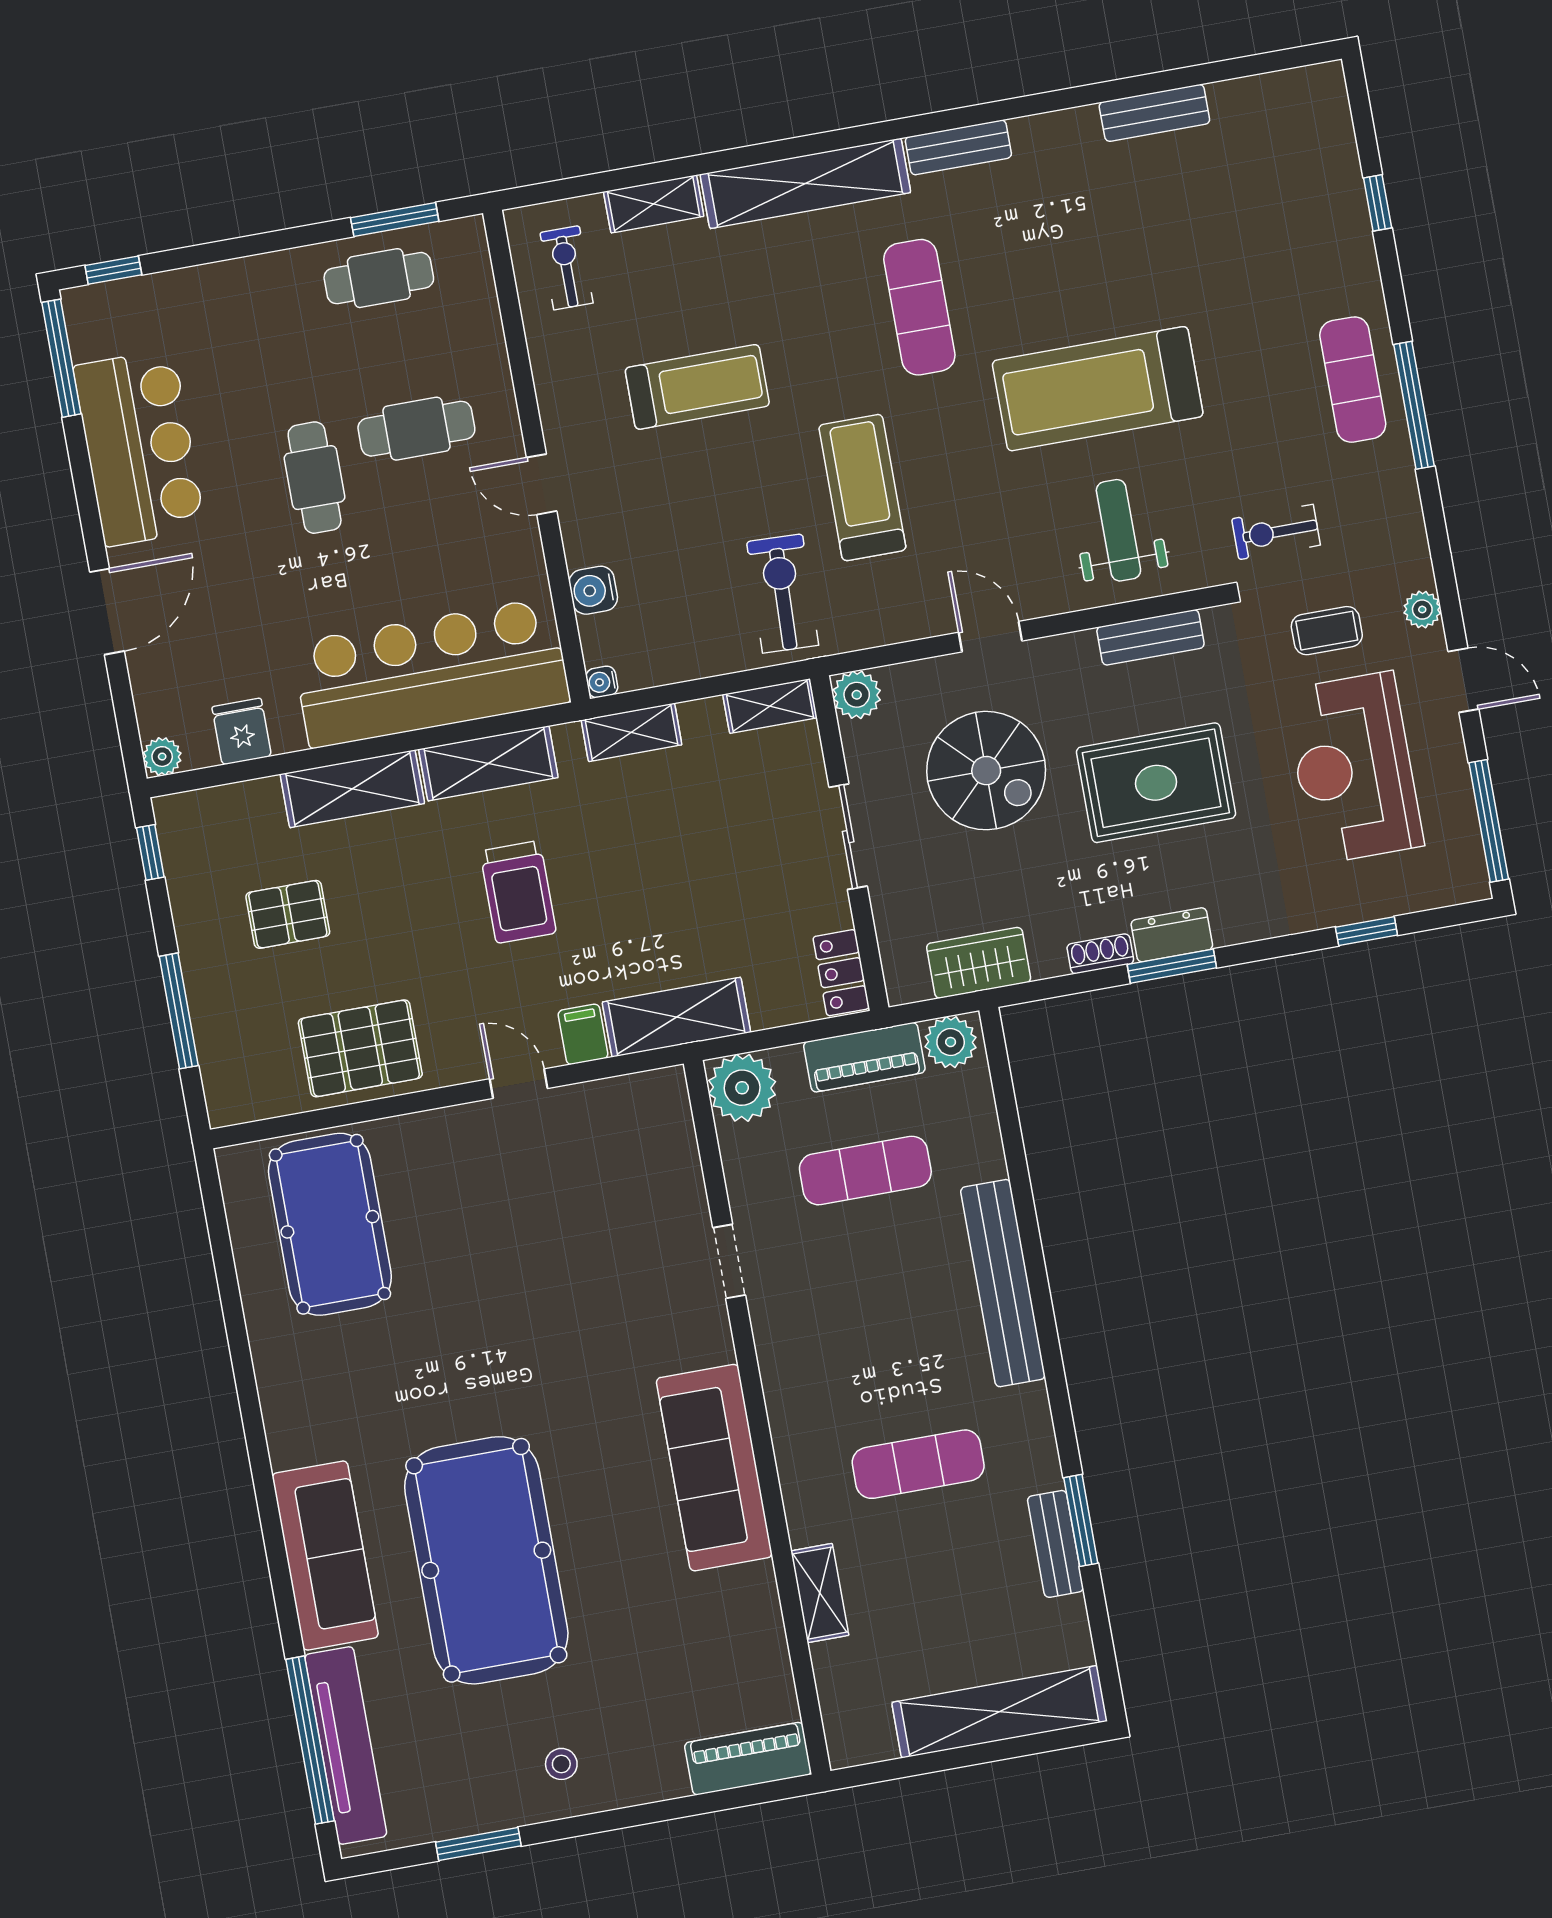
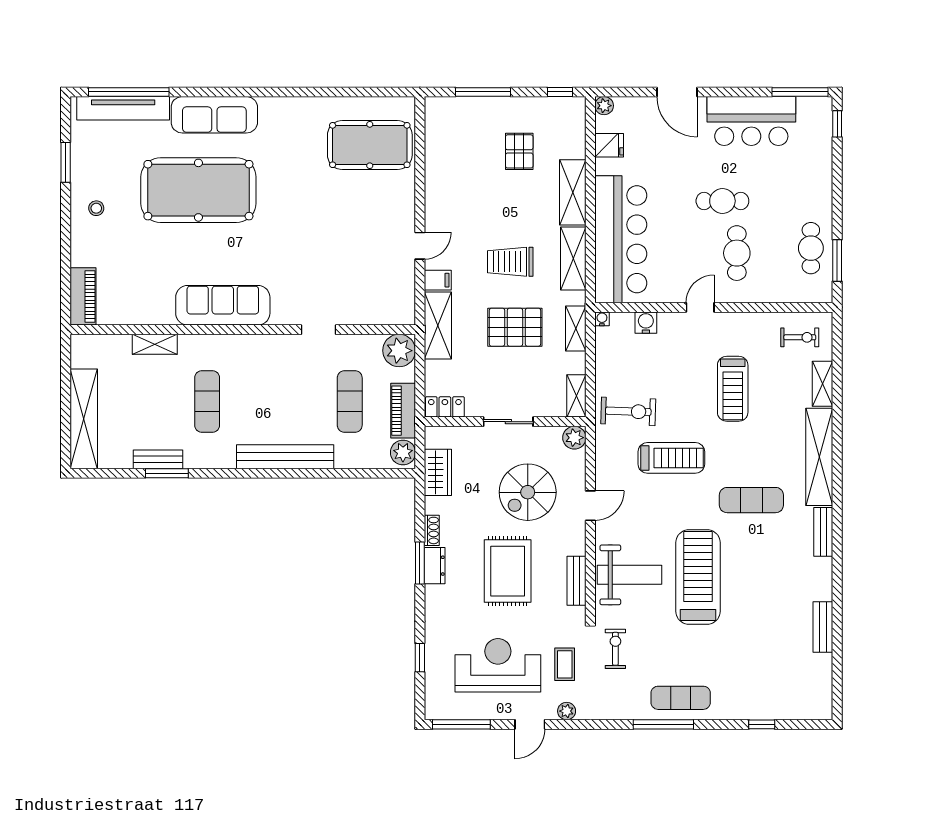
weight bench: (1118, 530) -> (630, 575), width x1.36, depth x1.33
pallet: (360, 1048) -> (515, 327), moved, turned 90

